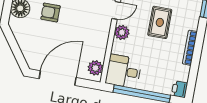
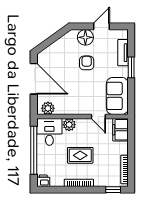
rug: (160, 22) -> (80, 155), moved
plant: (122, 32) -> (69, 125), moved

